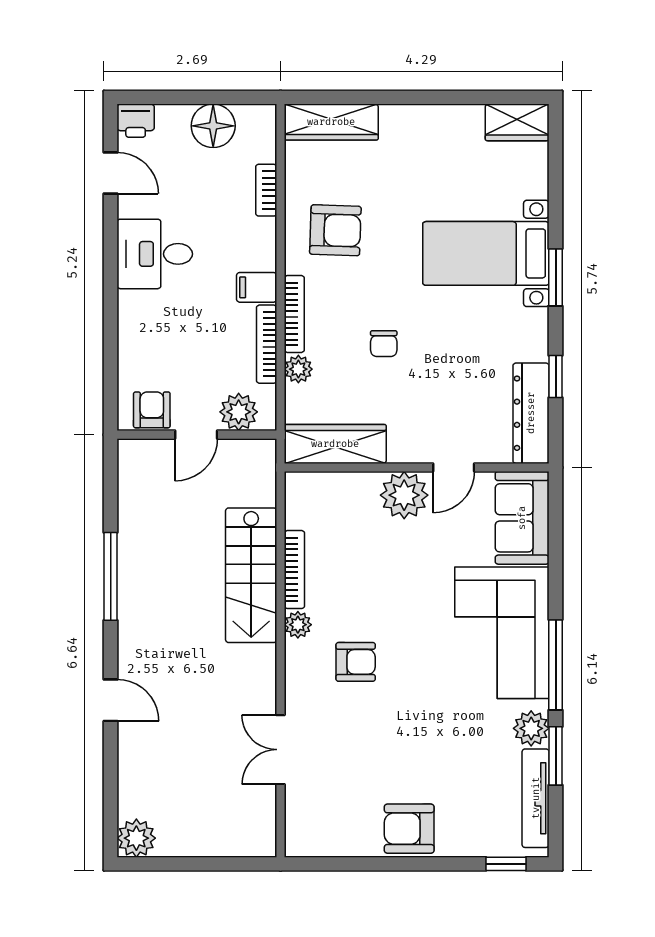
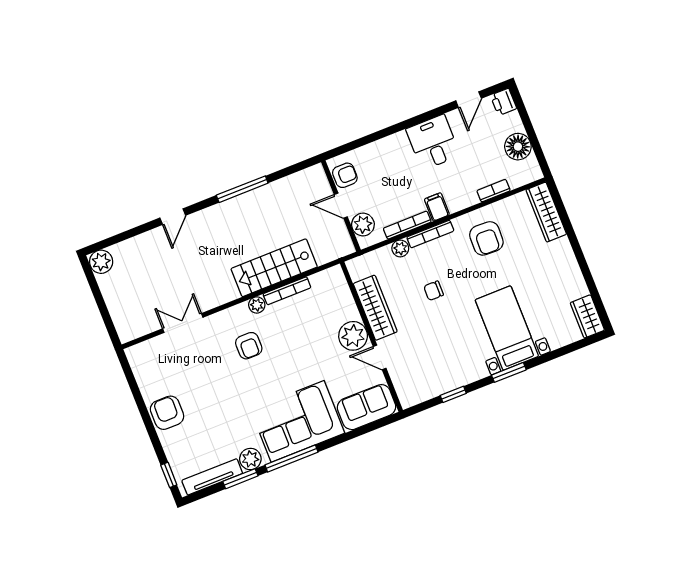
dresser: (531, 413) -> (427, 389), removed
wardrobe: (335, 444) -> (375, 308), moved

